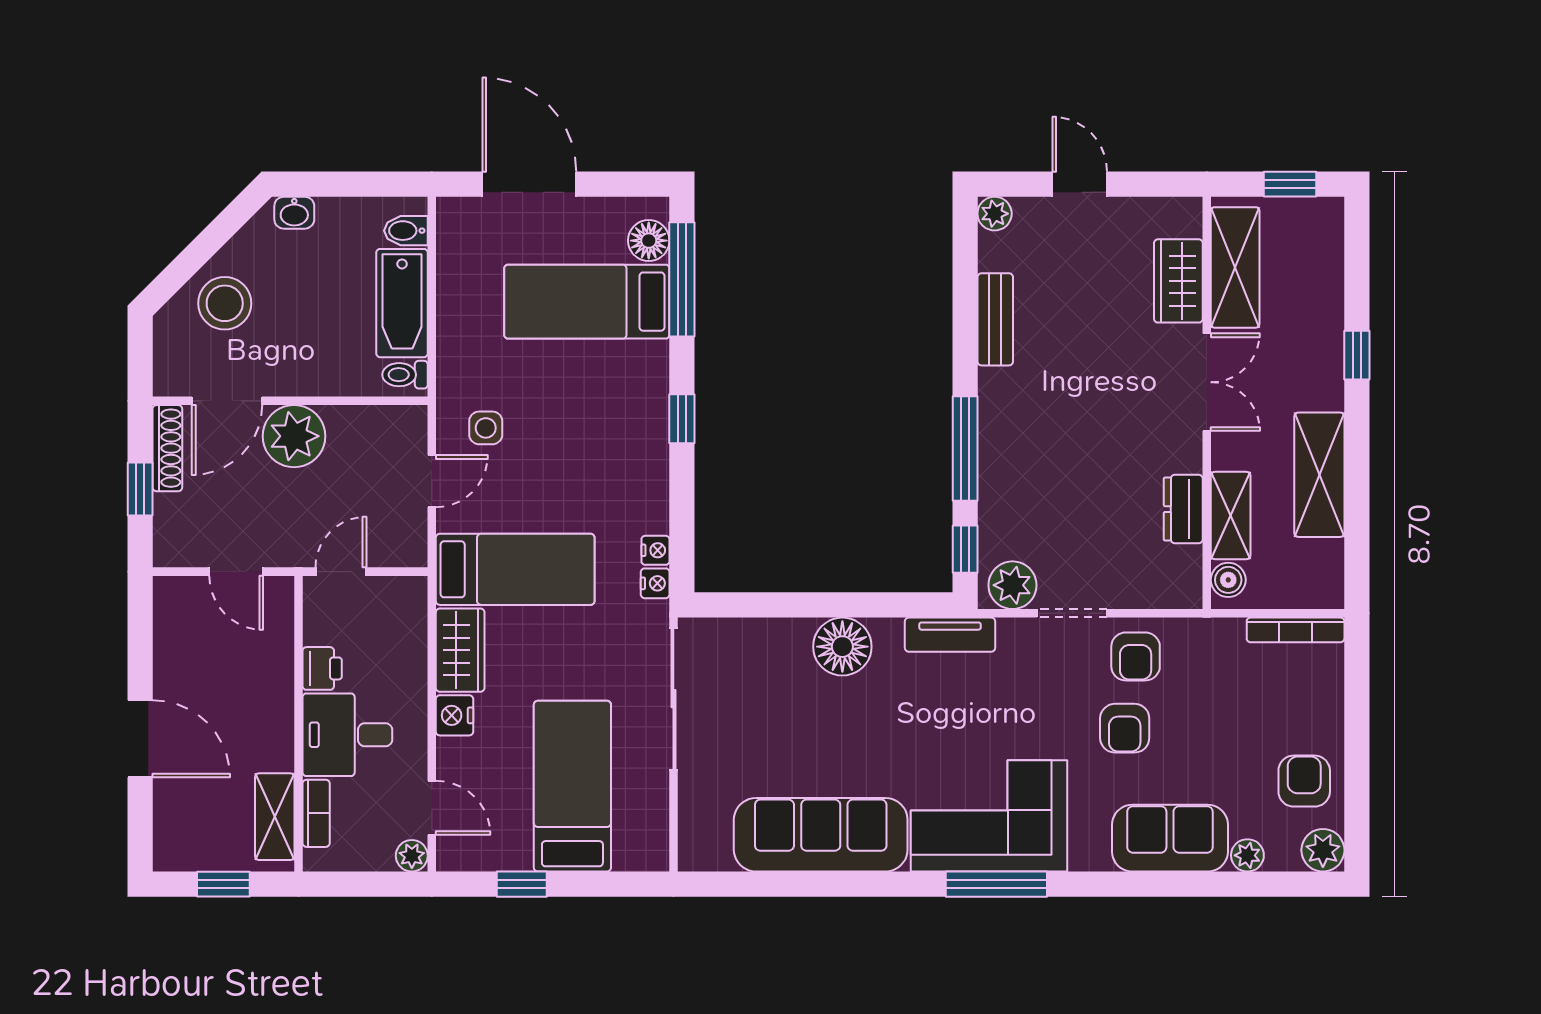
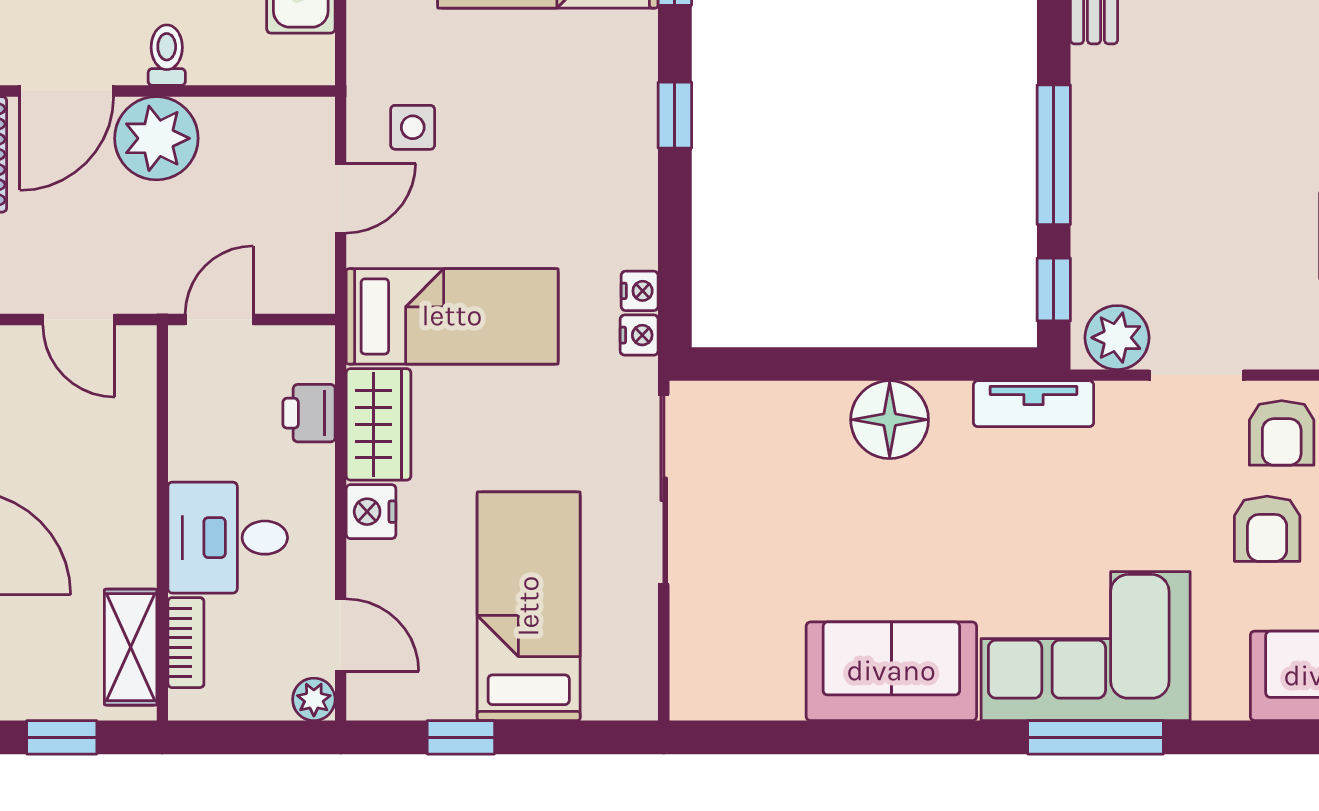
toilet: (405, 375) -> (167, 55), moved, turned 90
printer: (322, 668) -> (309, 413), moved, turned 180
sofa: (821, 835) -> (891, 671), width x0.73

